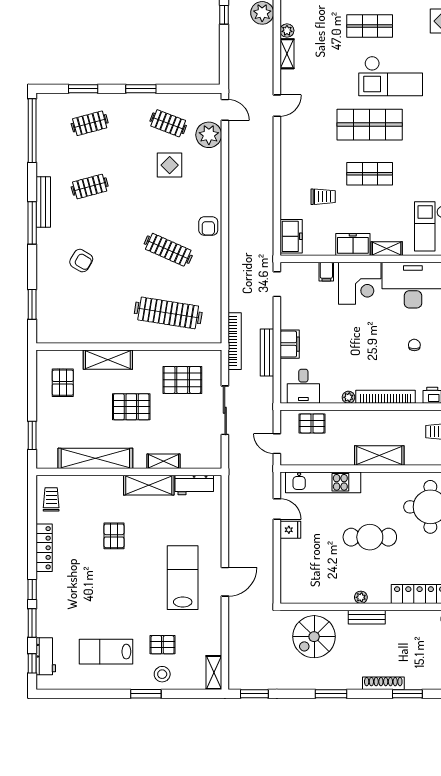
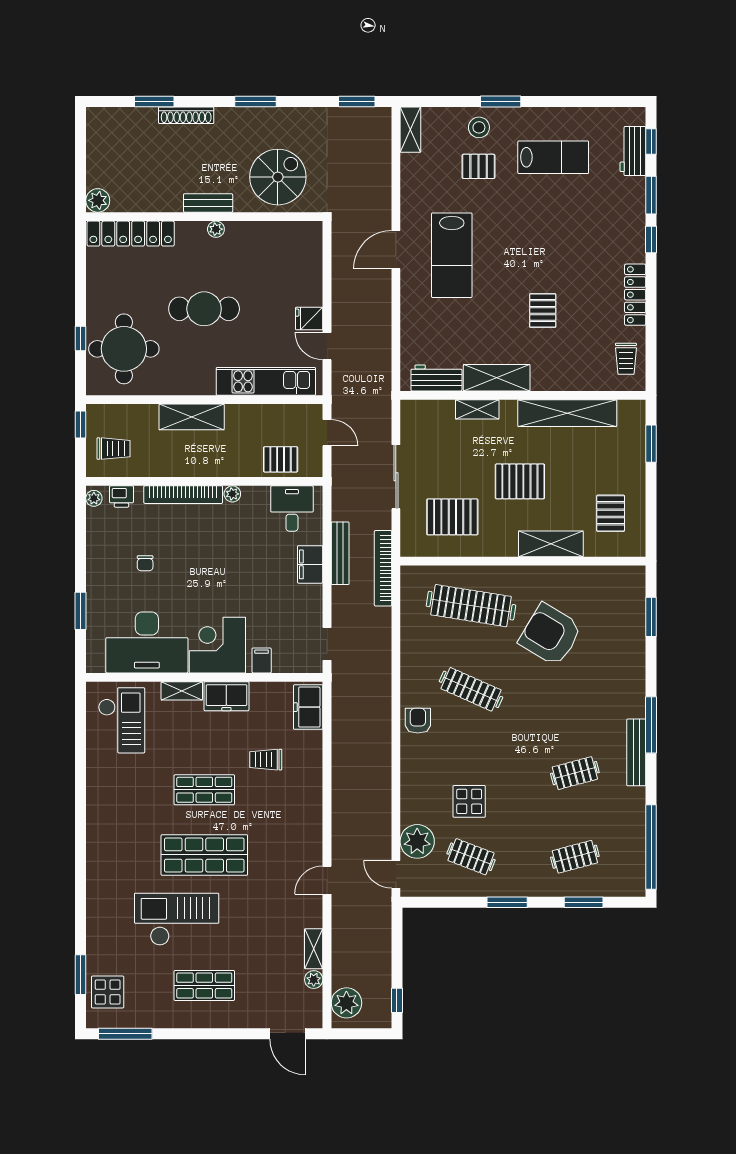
armchair: (81, 261) -> (550, 635), moved, width x1.88, depth x1.88

